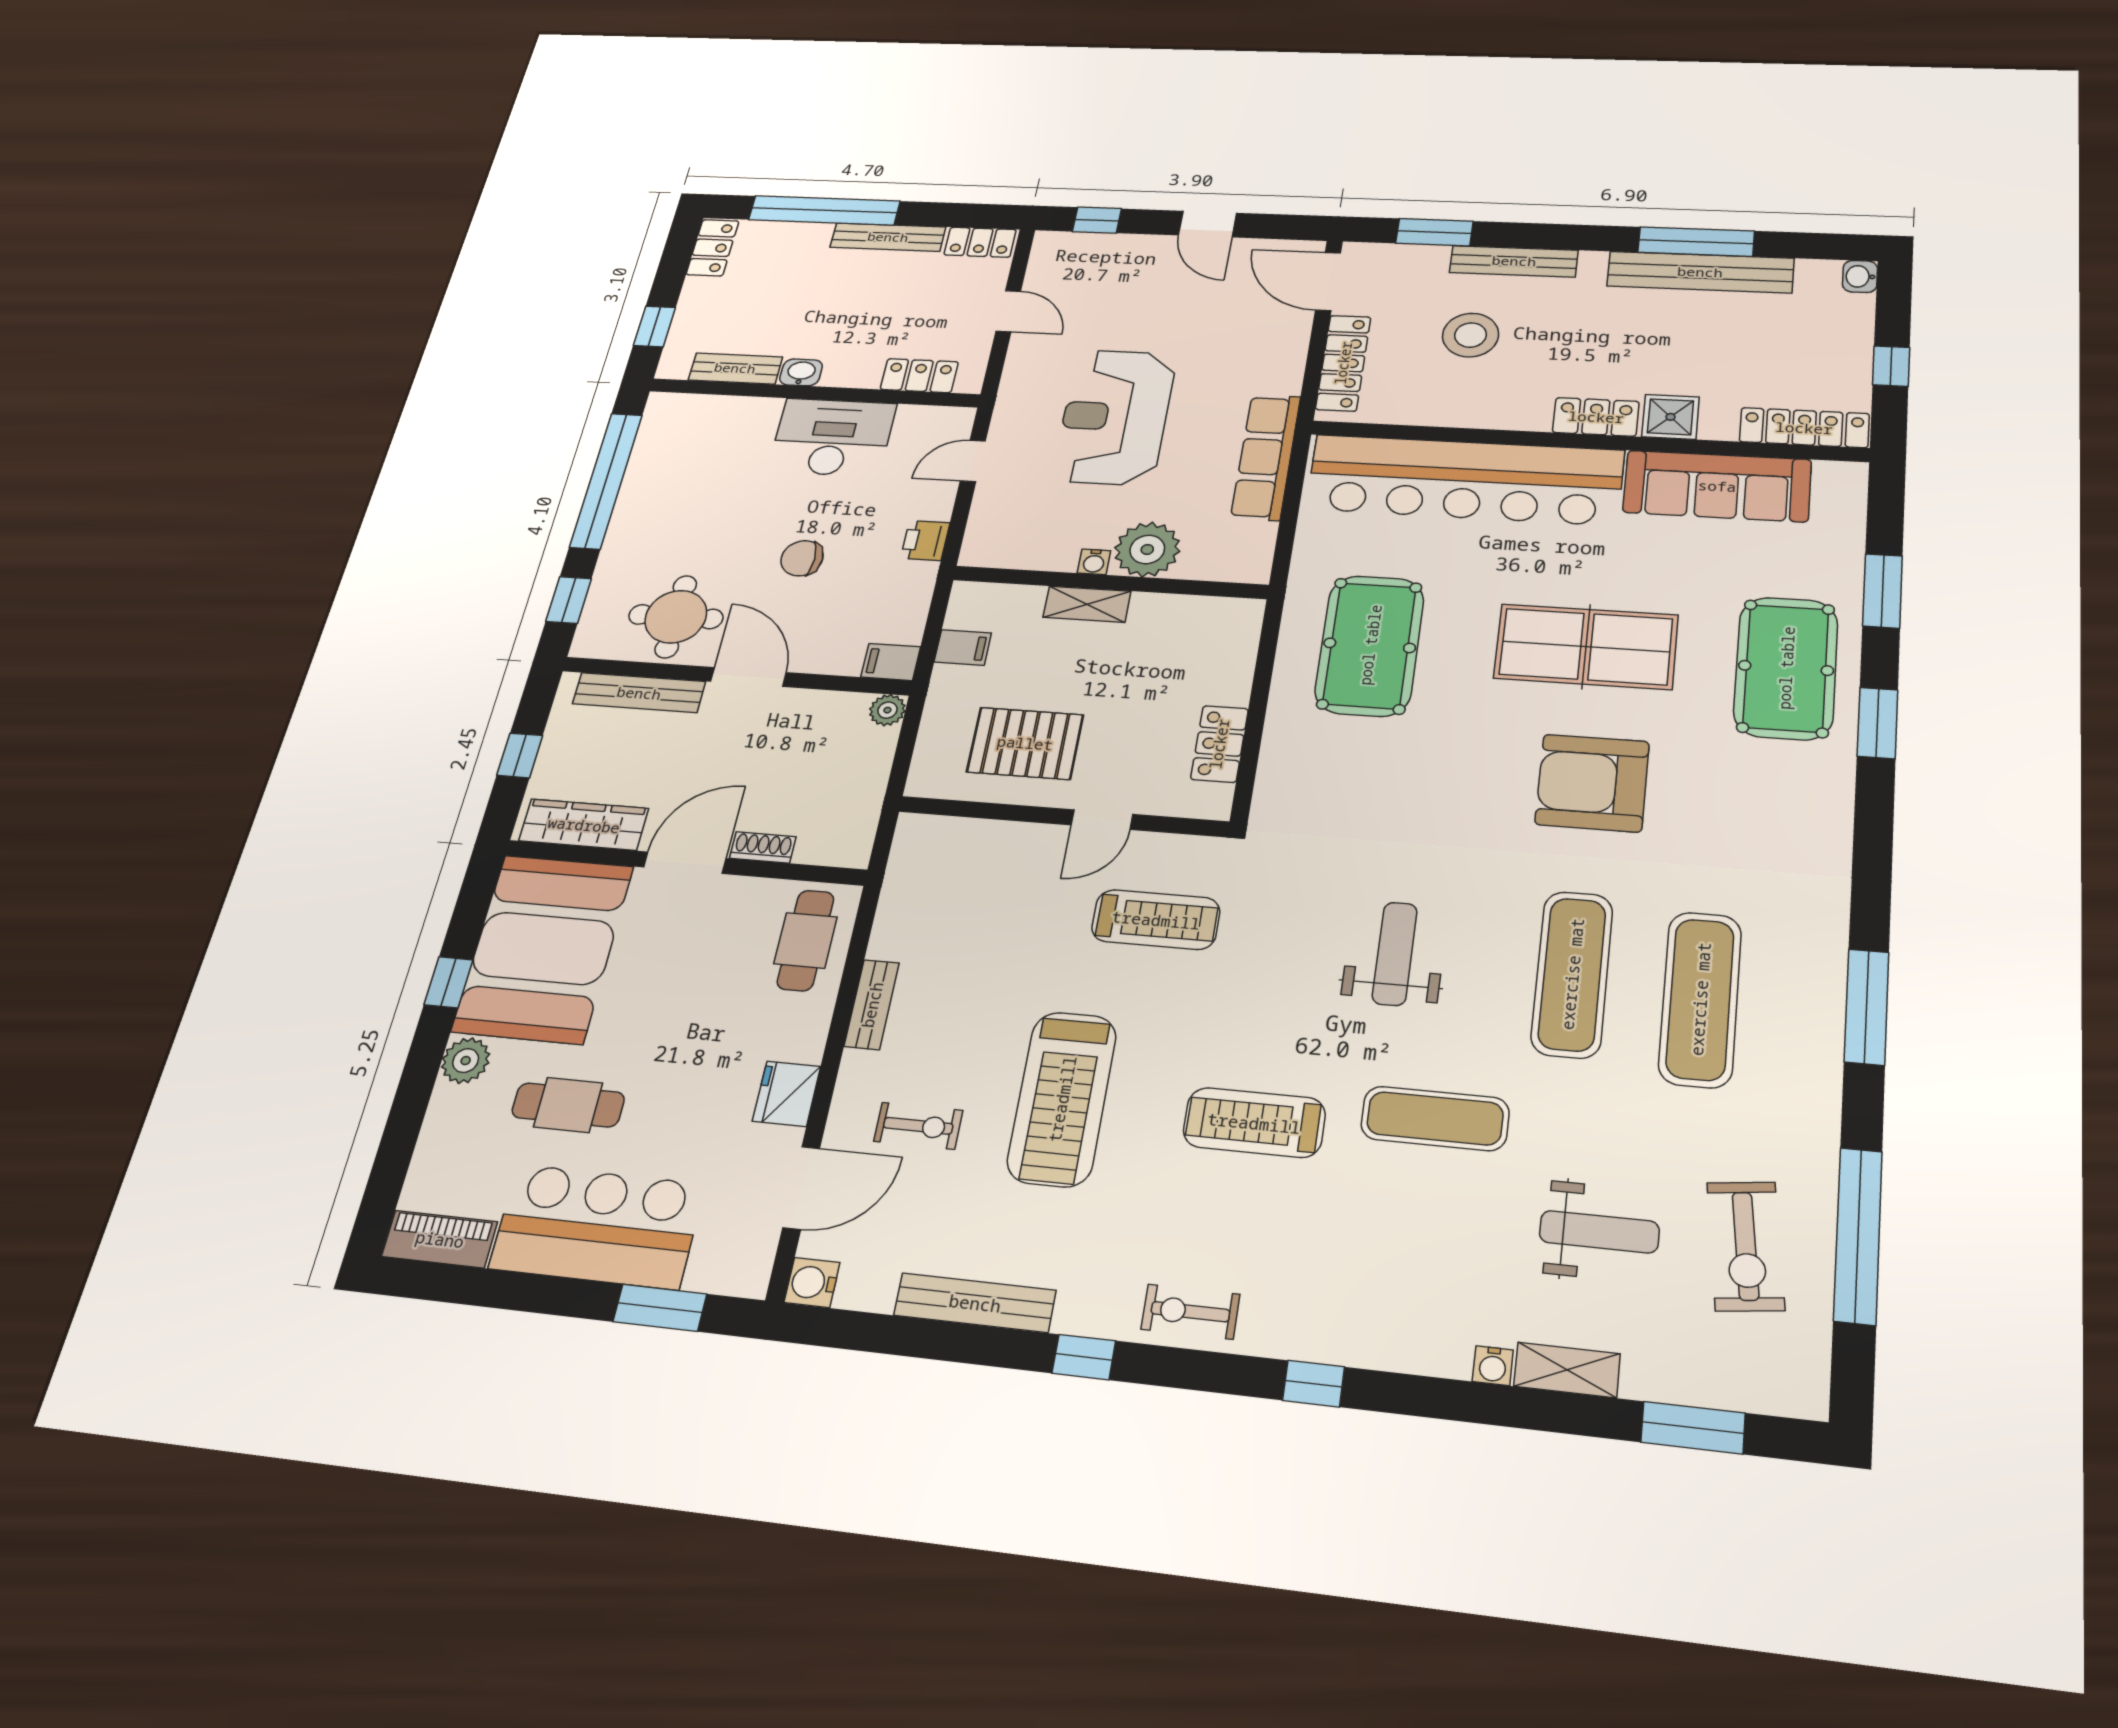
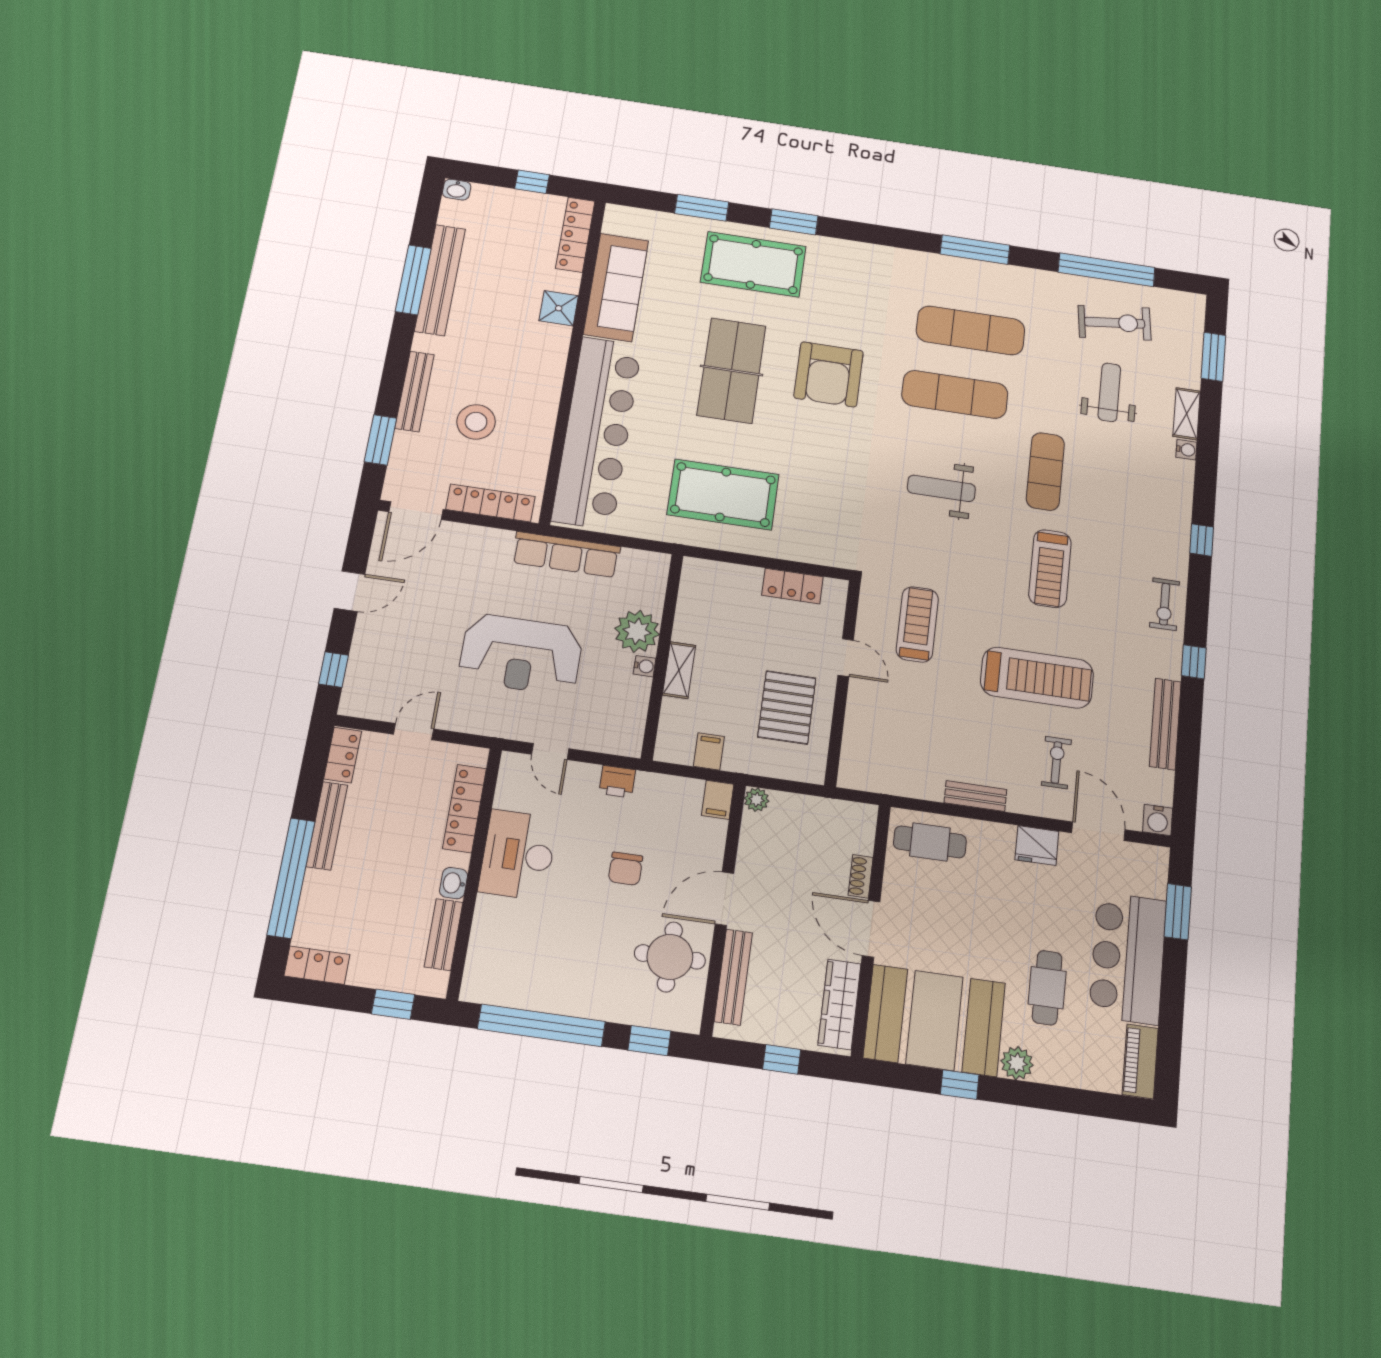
locker: (919, 376) -> (465, 809), width x1.53
locker: (1596, 417) -> (554, 351), removed

